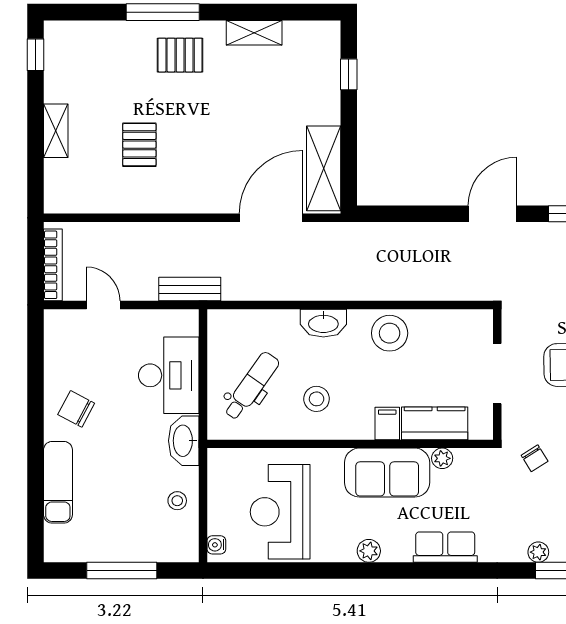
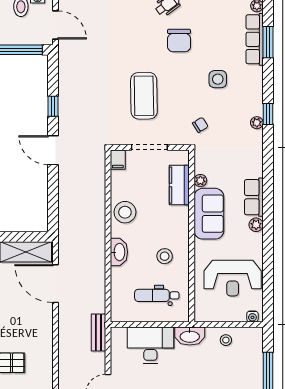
dental chair: (251, 386) -> (157, 295), turned -35
filing cabinet: (387, 423) -> (118, 160), moved, turned -90
row of seats: (445, 547) -> (254, 197), moved

